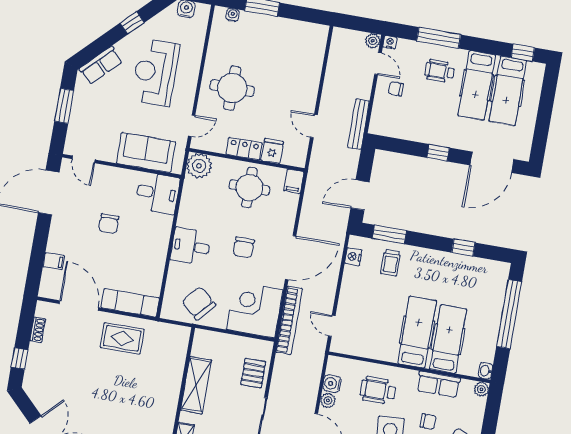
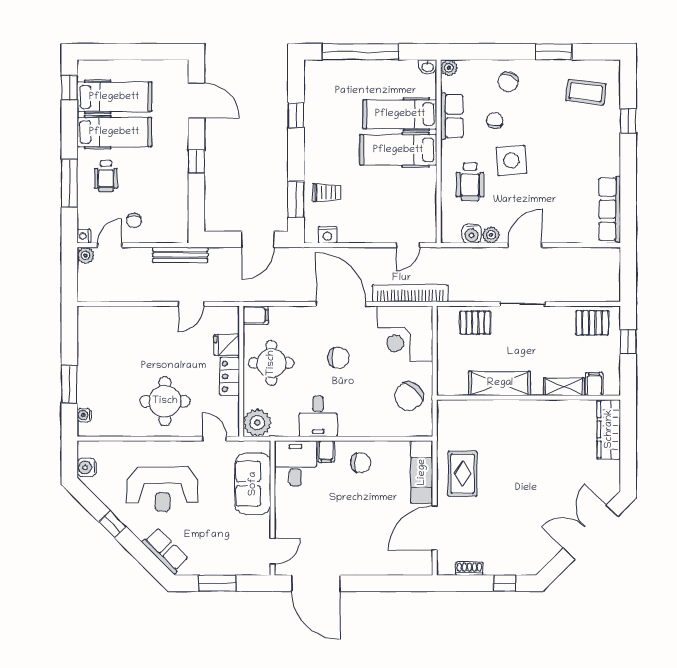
door: (492, 162) -> (196, 100), width x0.73
door: (360, 195) -> (258, 239), hinge flipped
chair: (109, 224) -> (361, 463), moved
desk: (191, 246) -> (318, 416), moved
filing cabinet: (54, 261) -> (326, 452), moved, turned 180

